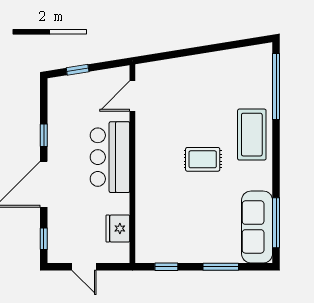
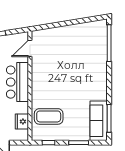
coffee table: (252, 135) -> (49, 116), moved, turned 90
rug: (203, 159) -> (69, 83), removed

